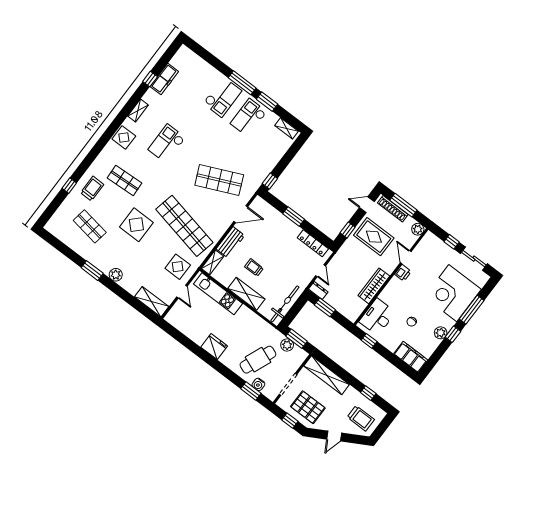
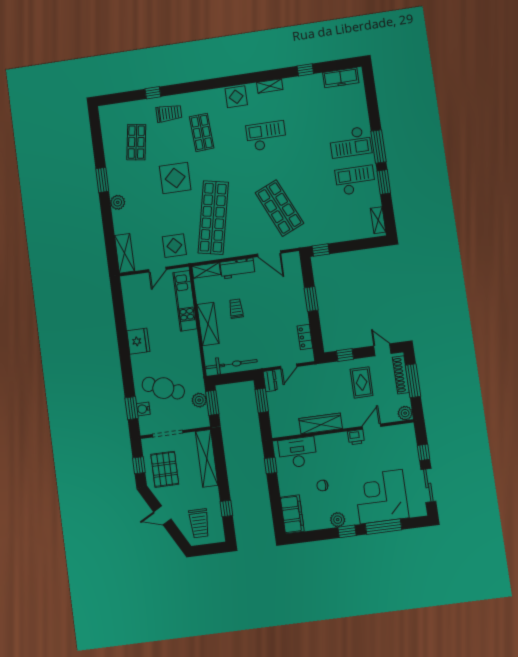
freezer: (164, 79) -> (341, 78), moved
rug: (374, 237) -> (362, 382), width x0.73, depth x0.70
locker: (313, 243) -> (305, 337), width x0.66

